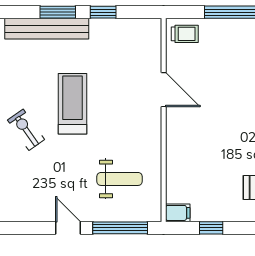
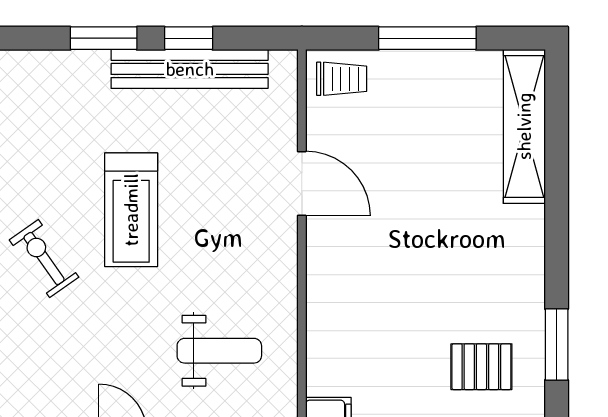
bench: (47, 29) -> (190, 69), moved
treadmill: (72, 104) -> (131, 210), turned 180

